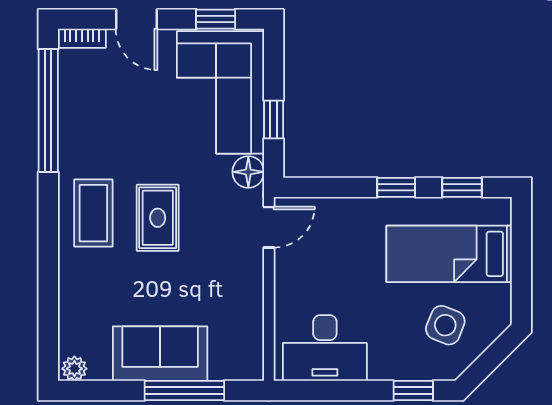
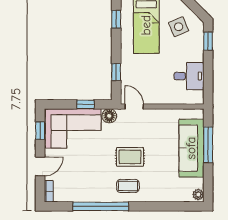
window: (48, 110) -> (101, 206), moved
window: (396, 187) -> (116, 72), moved
coffee table: (93, 213) -> (128, 186), width x0.73, depth x0.77
side table: (445, 325) -> (179, 27), turned 45
desk: (325, 348) -> (189, 76), width x0.73
sofa: (160, 354) -> (191, 148), width x1.36

